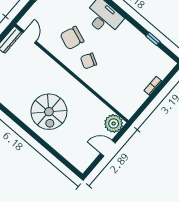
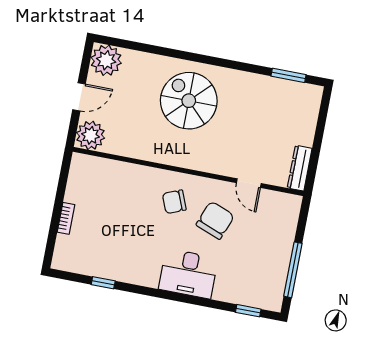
door: (29, 37) -> (249, 183), moved
chair: (89, 61) -> (174, 202), turned -141
plant: (82, 160) -> (106, 60), added

